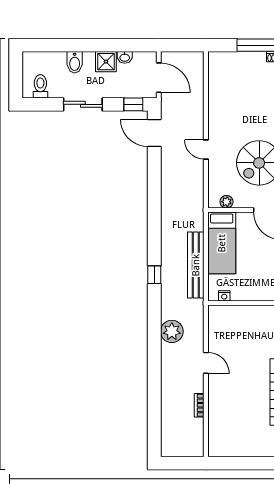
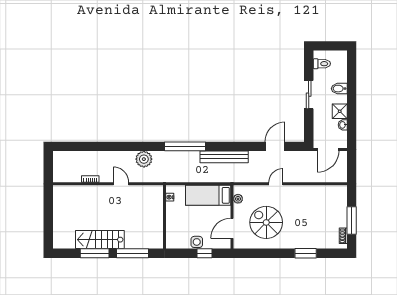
window: (133, 104) -> (309, 131), removed
door: (154, 133) -> (275, 146), moved
bench: (196, 265) -> (224, 157), moved
window: (154, 275) -> (185, 146), width x3.17
door: (206, 363) -> (121, 184), swing flipped

